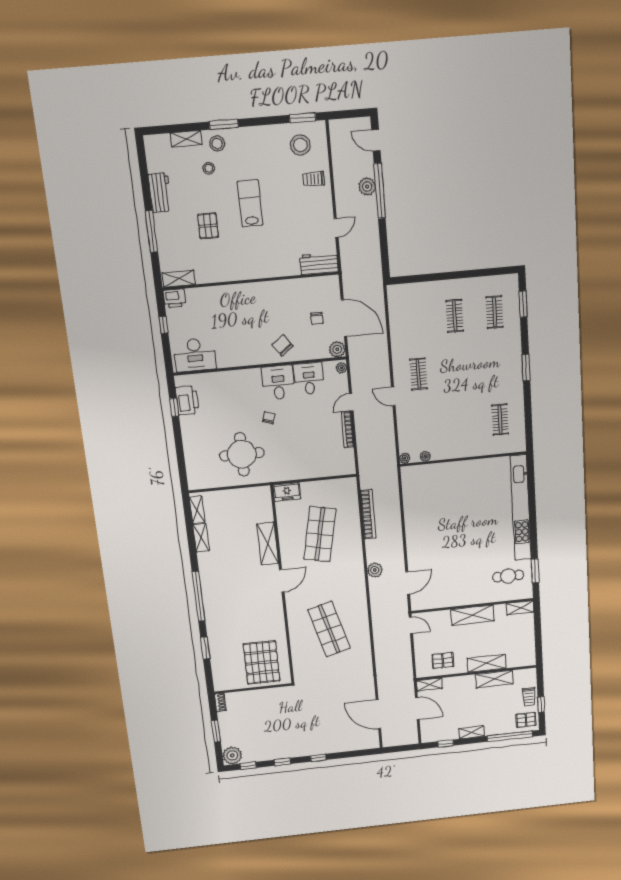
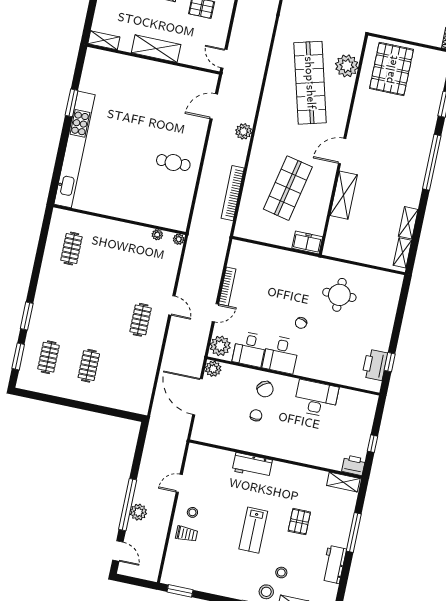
stool: (300, 145) -> (192, 512), moved, width x0.53, depth x0.53
workbench: (319, 263) -> (252, 465), moved
chair: (317, 318) -> (256, 415), moved
desk: (195, 355) -> (316, 399), moved
plant: (341, 368) -> (220, 346), width x1.88, depth x1.88
window: (526, 368) -> (27, 316), moved
round table: (242, 454) -> (339, 295), width x0.73, depth x0.73
window: (535, 571) -> (72, 103), moved
cafe table: (508, 576) -> (173, 163), moved
shop shelf: (329, 629) -> (310, 83), width x1.40
plant: (302, 653) -> (347, 66), added

